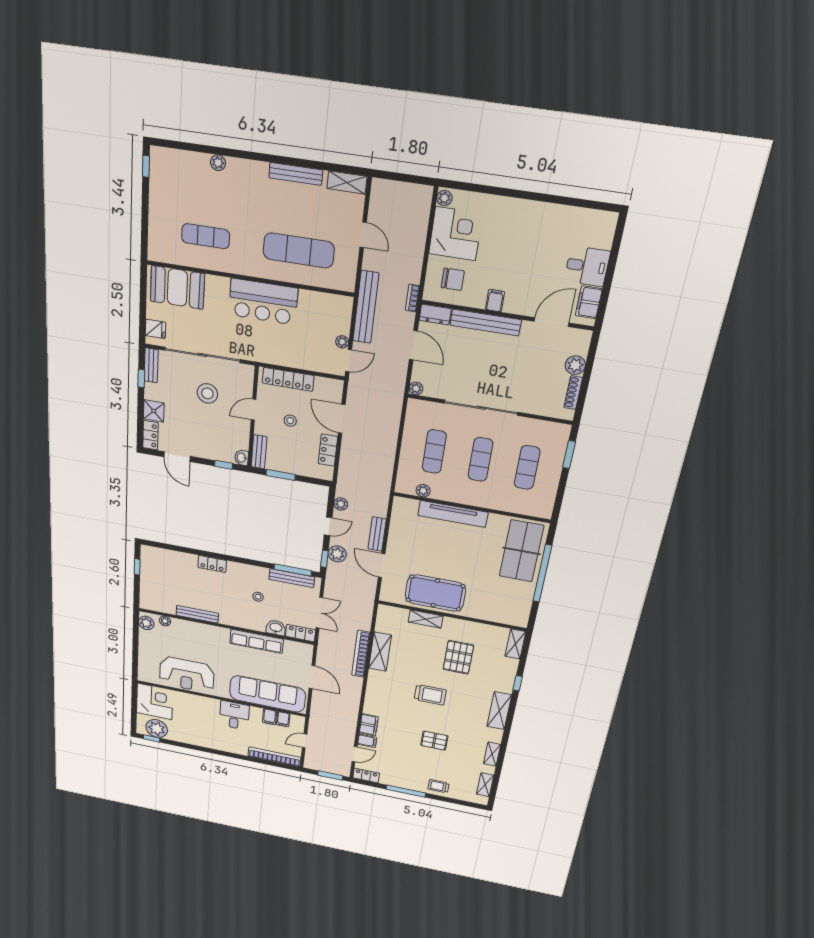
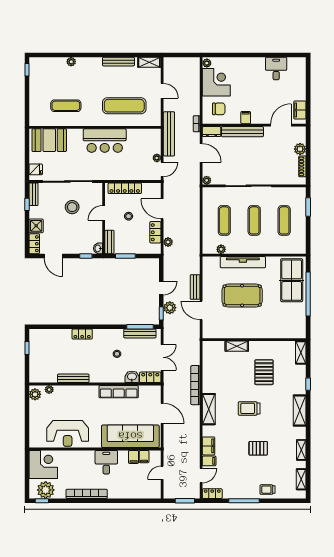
desk: (587, 266) -> (276, 69), moved, turned -90
plant: (341, 504) -> (168, 242), moved
pool table: (435, 593) -> (242, 296), moved
shelving: (380, 652) -> (209, 409), moved
trolley: (430, 695) -> (249, 408), turned 180
bookcase: (274, 757) -> (87, 494), moved

